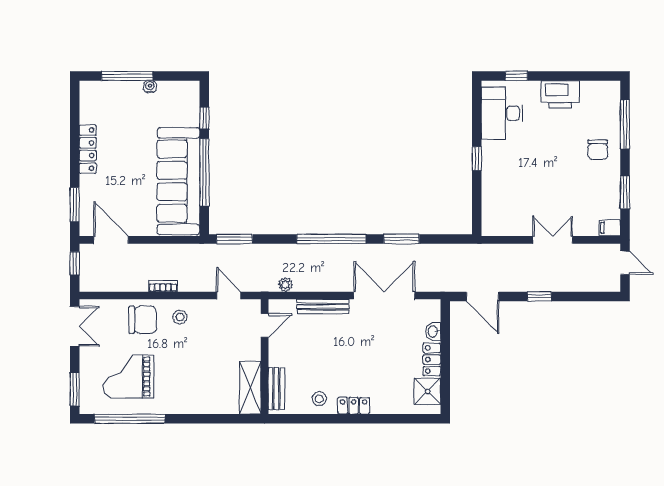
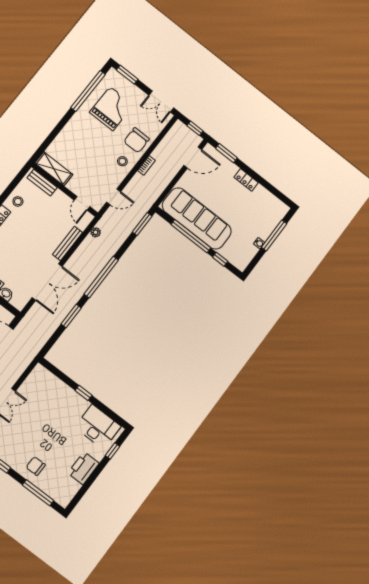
locker: (88, 149) -> (246, 180), width x0.66

